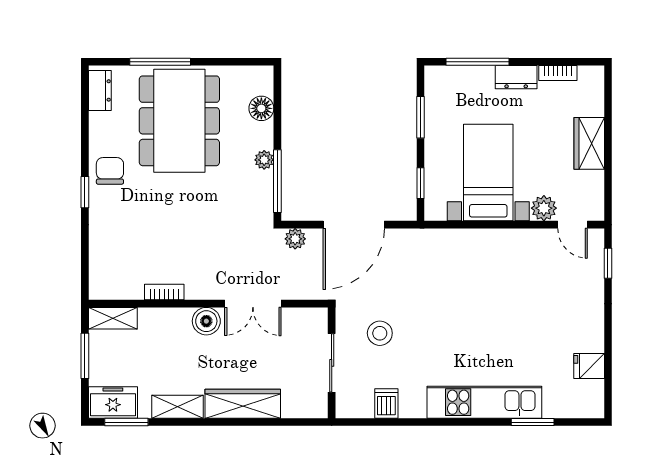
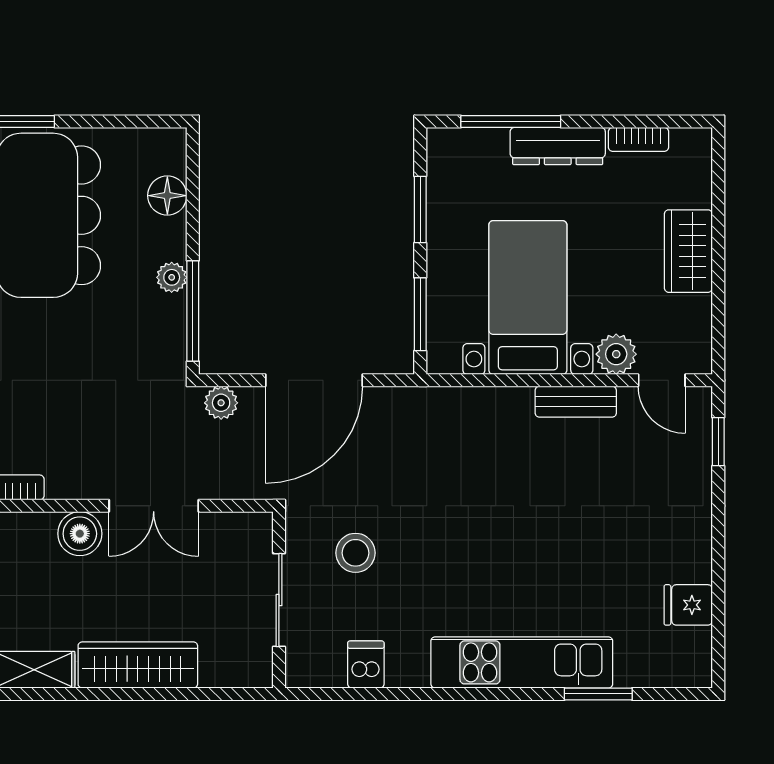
dresser: (516, 77) -> (558, 146), width x1.44
window: (420, 183) -> (420, 314), width x1.50
bench: (518, 238) -> (576, 402), added

